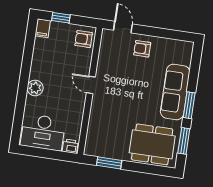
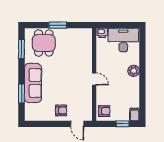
window: (189, 105) -> (21, 93), moved
dining table: (152, 144) -> (44, 43), width x0.73
window: (109, 163) -> (58, 25), moved

